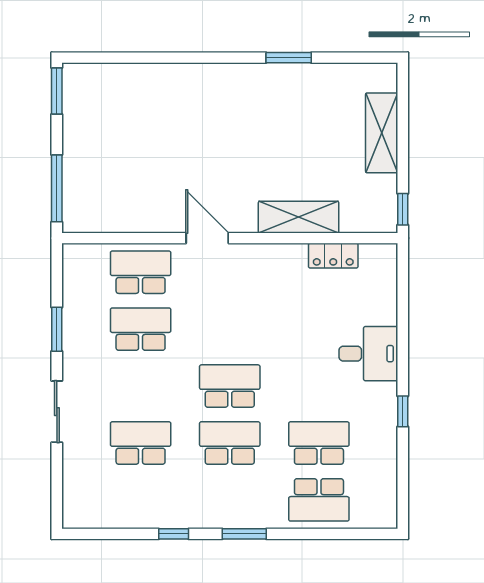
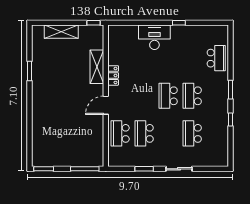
locker: (333, 256) -> (113, 75), moved
desk: (368, 354) -> (154, 37), width x1.37
school desk: (319, 443) -> (192, 58), removed

